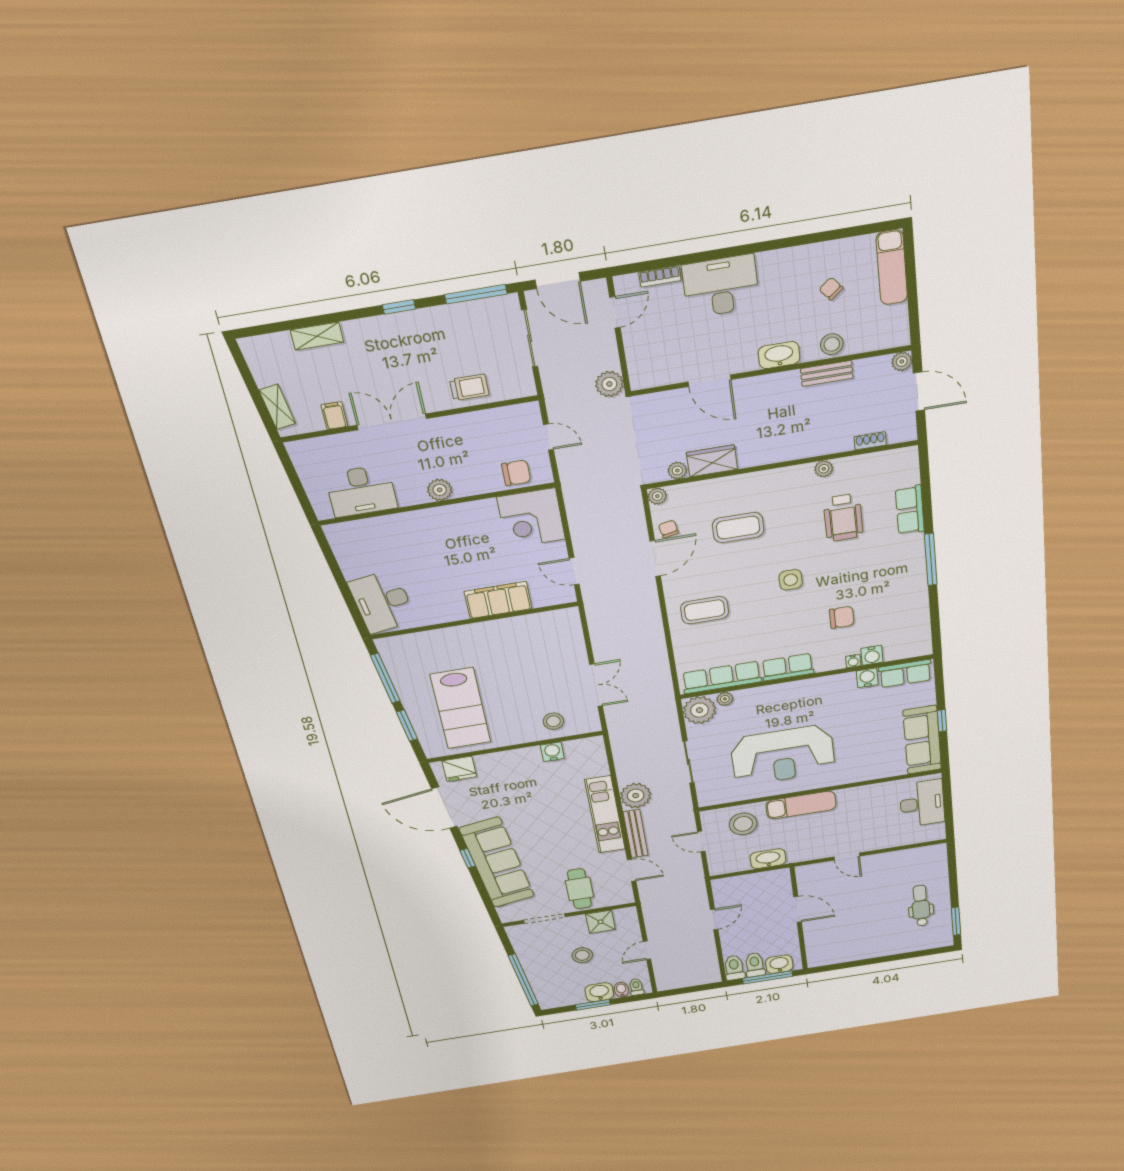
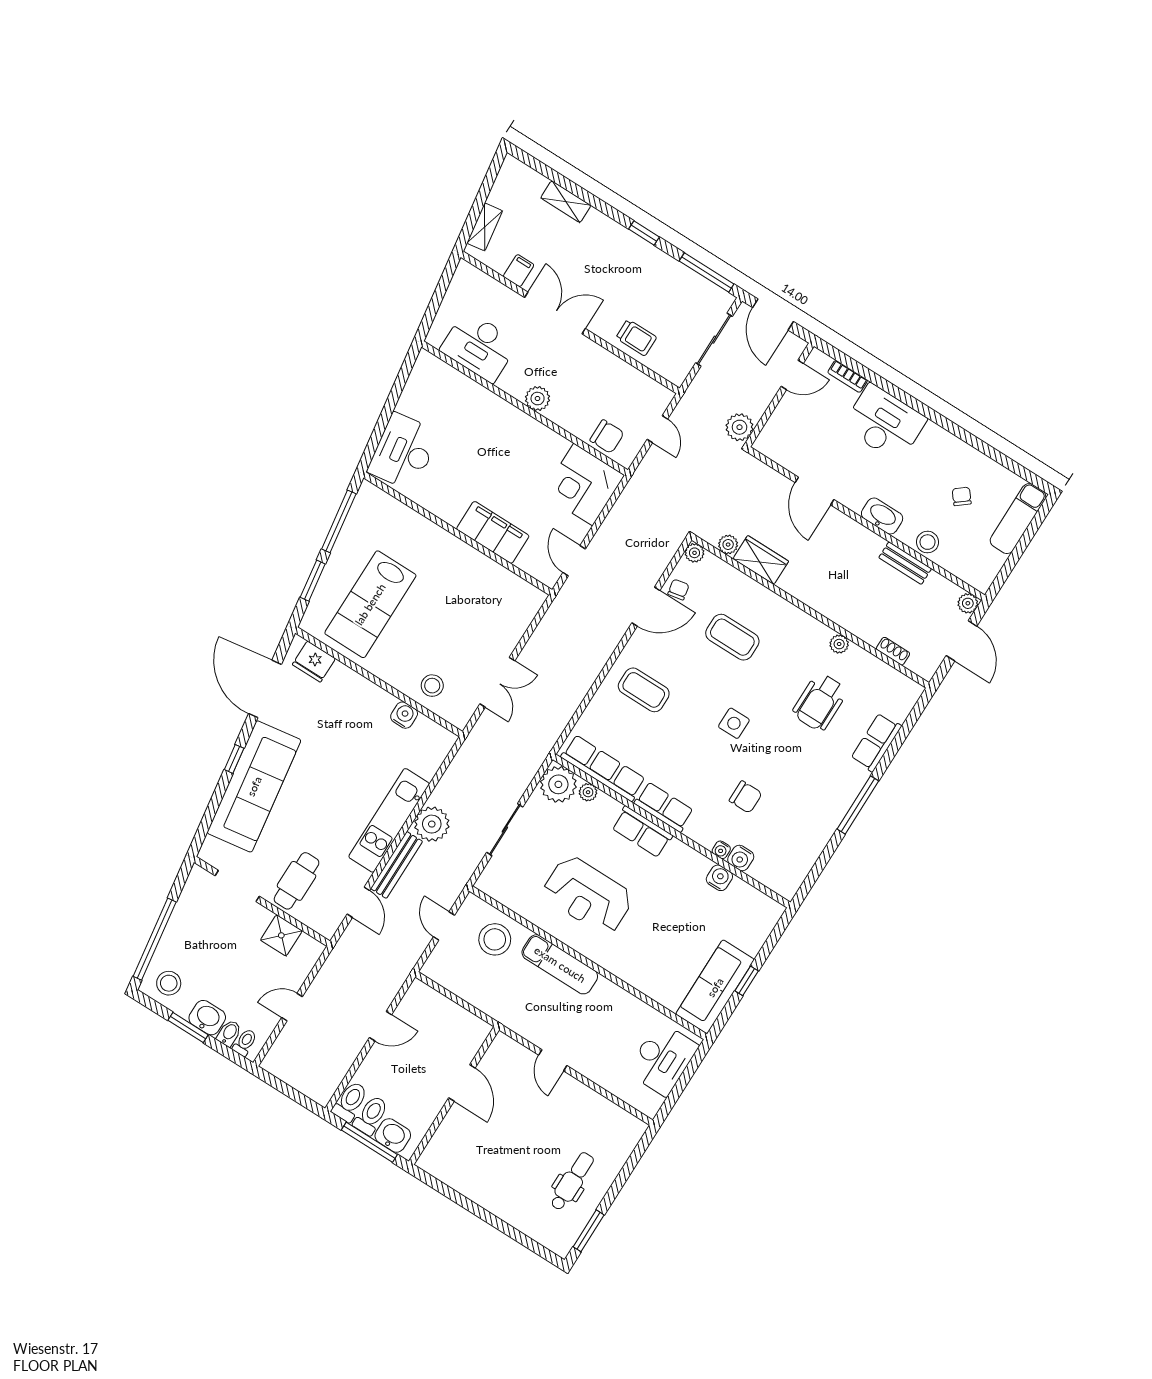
row of seats: (905, 674) -> (642, 832), moved
reception desk: (783, 755) -> (588, 895), width x0.74, depth x0.77
washbasin: (768, 859) -> (484, 999), removed
stool: (582, 955) -> (169, 983), moved

